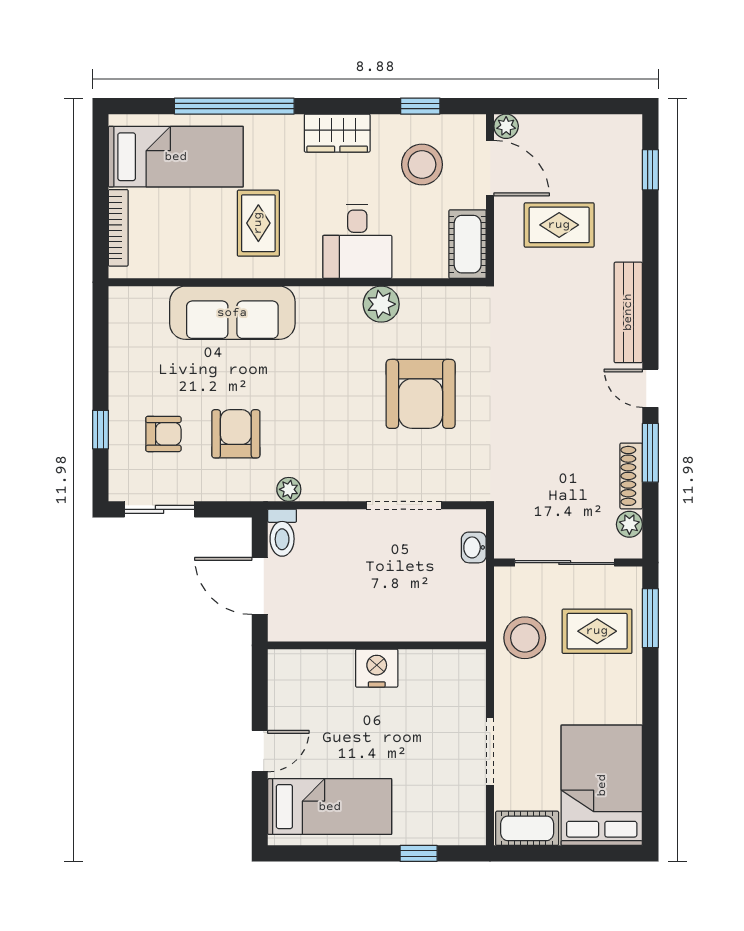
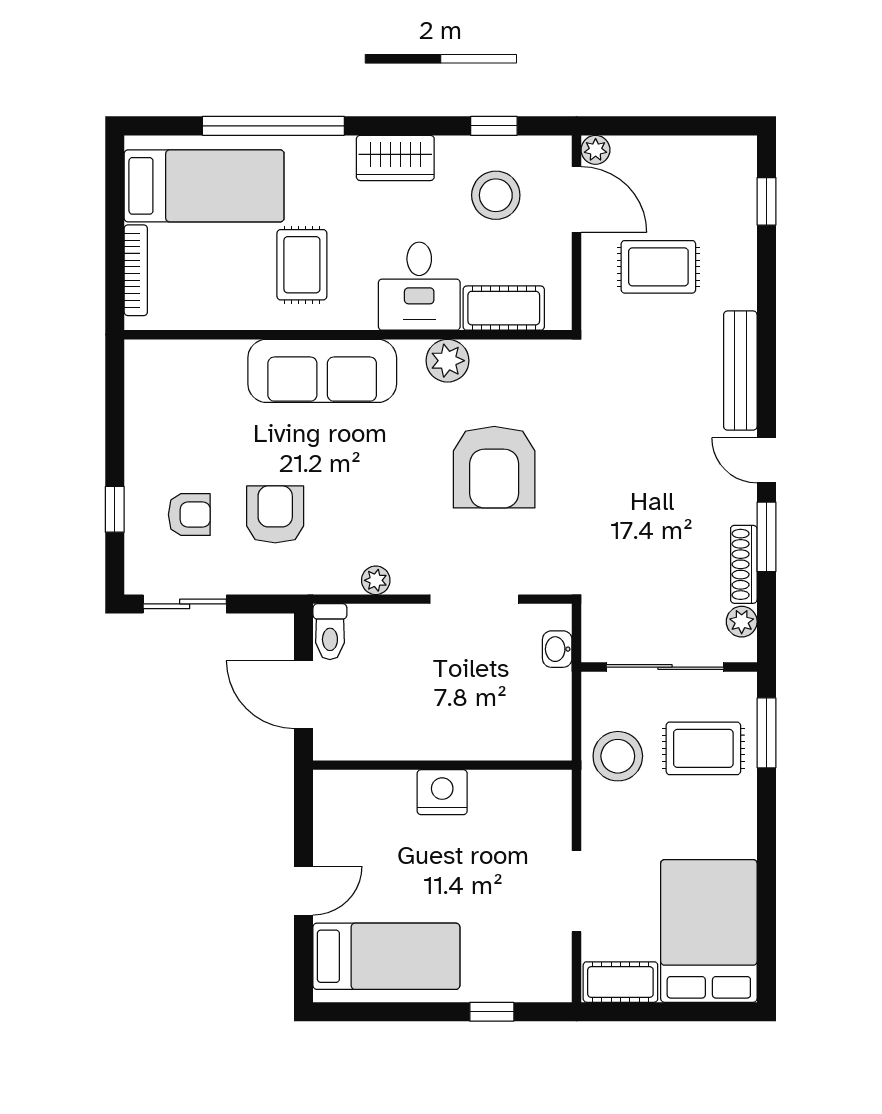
cot: (468, 244) -> (504, 308), moved, turned 90
sofa: (232, 313) -> (322, 371), moved
plant: (289, 489) -> (376, 580), moved

